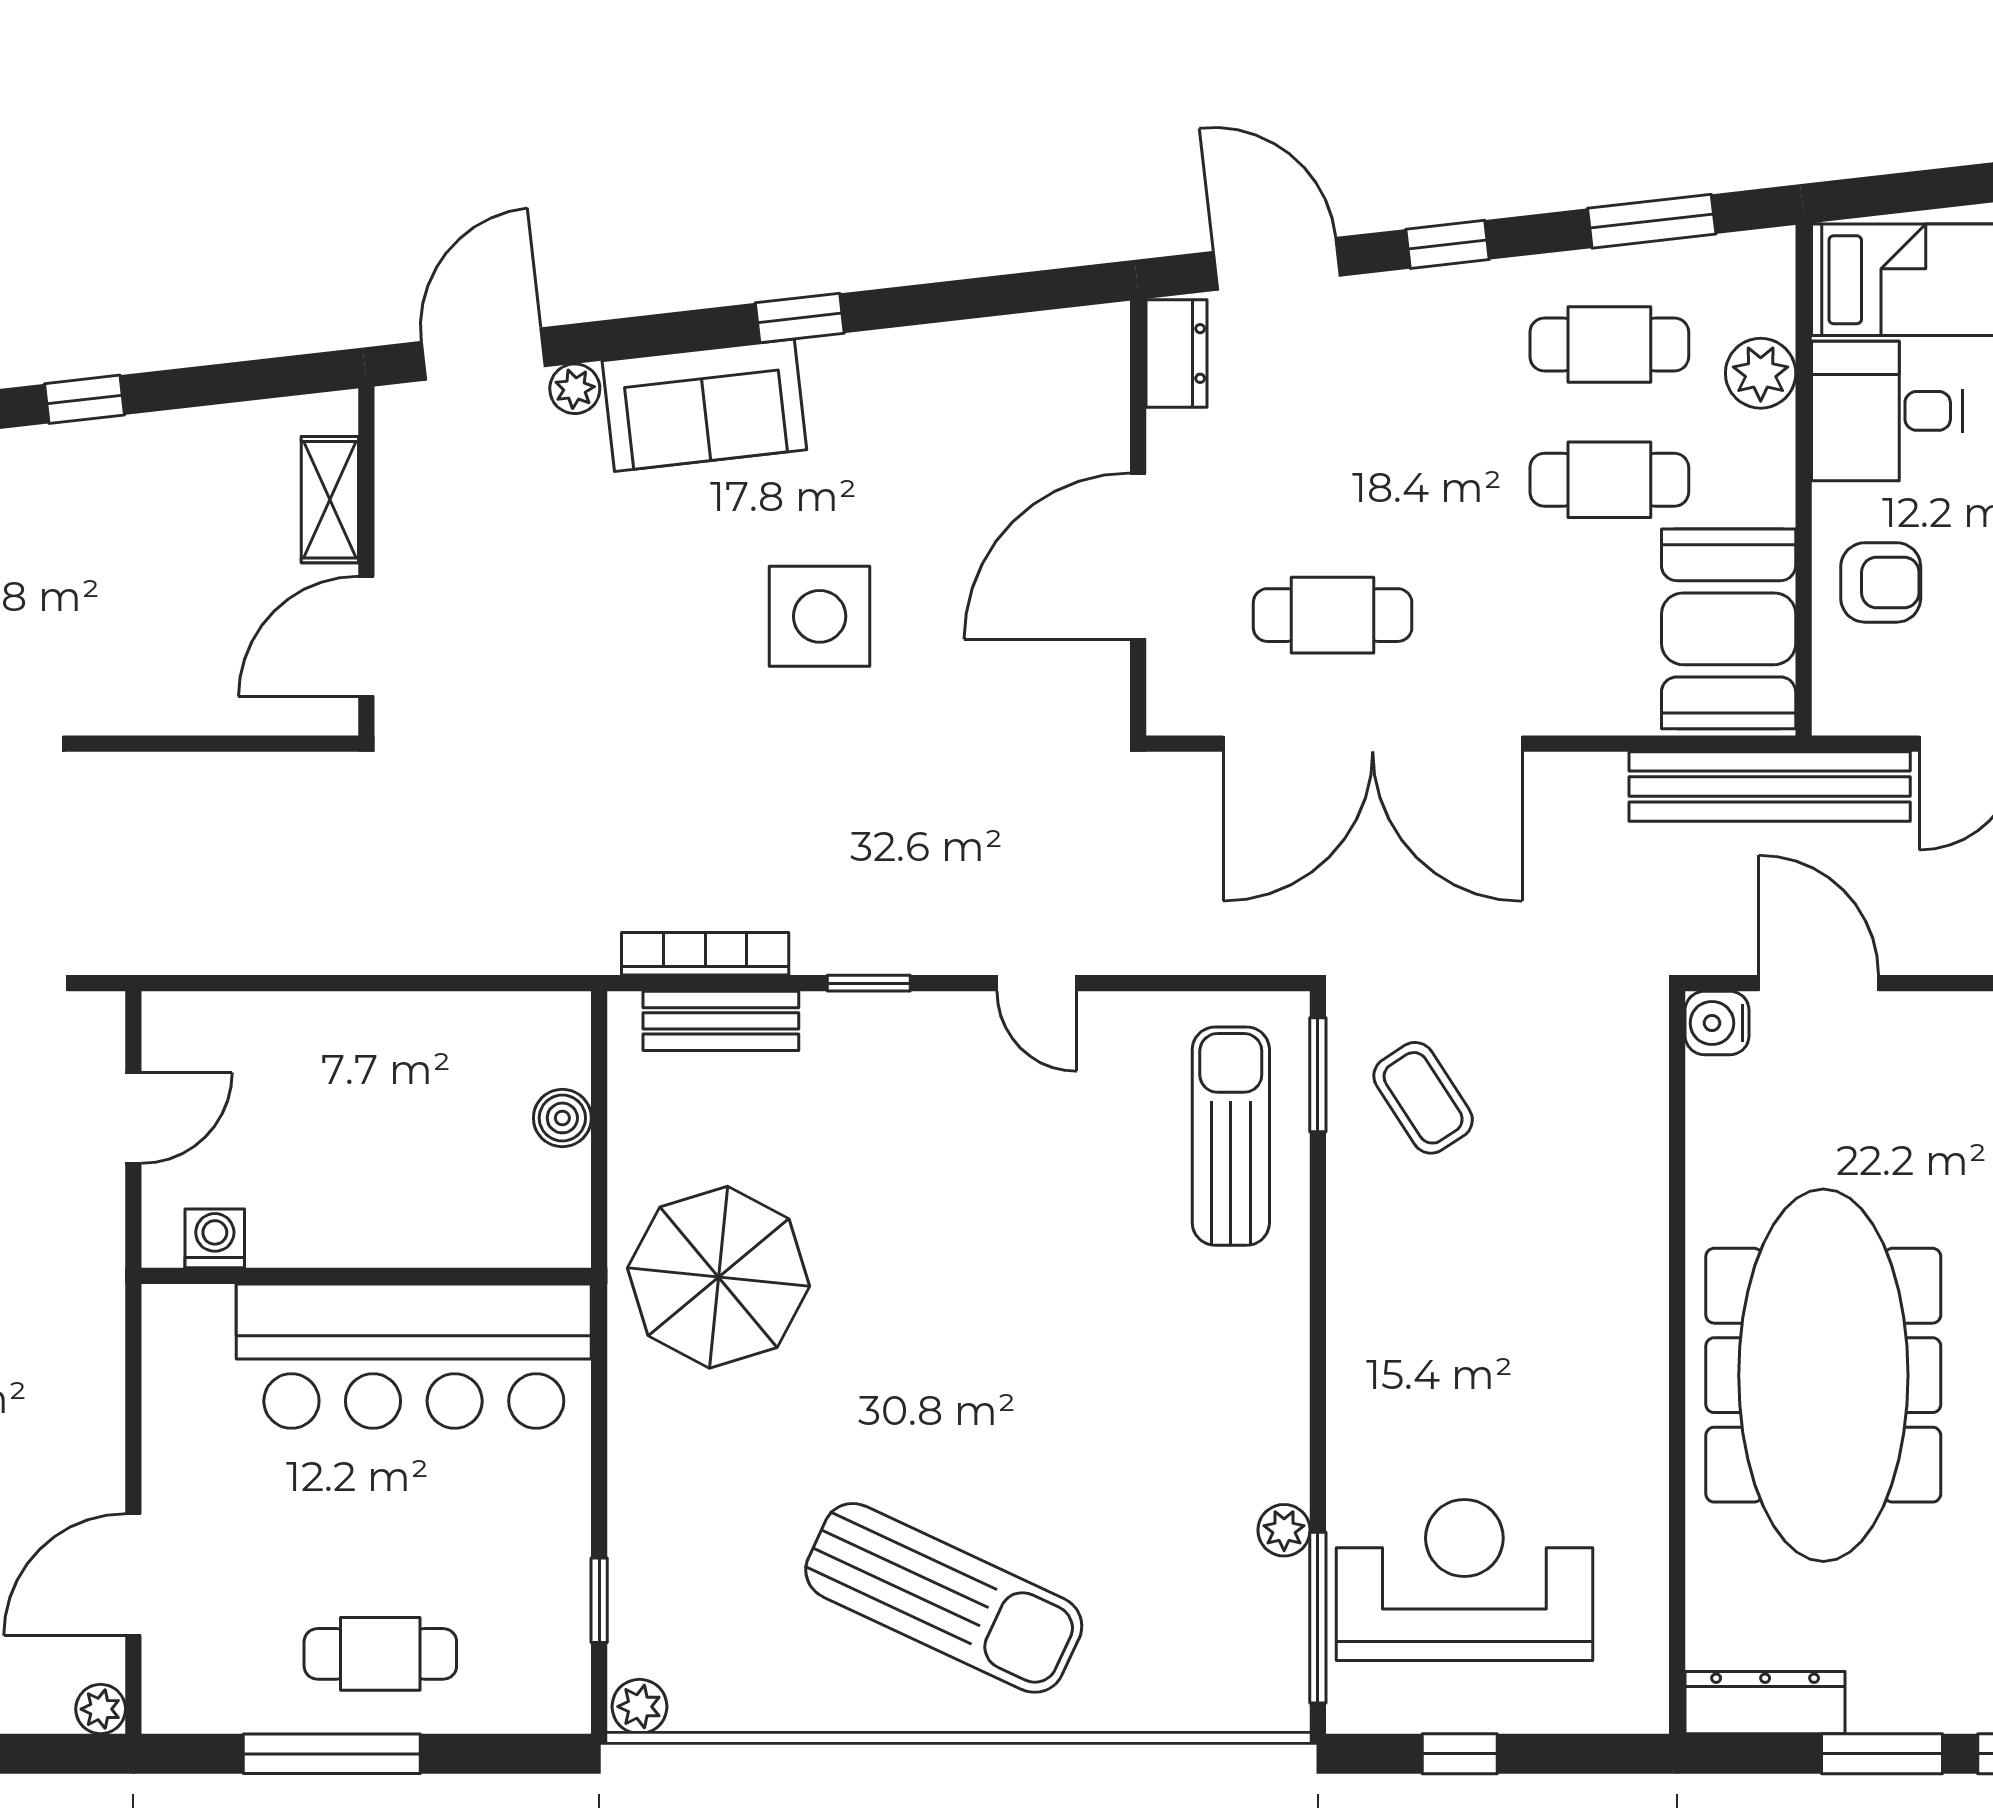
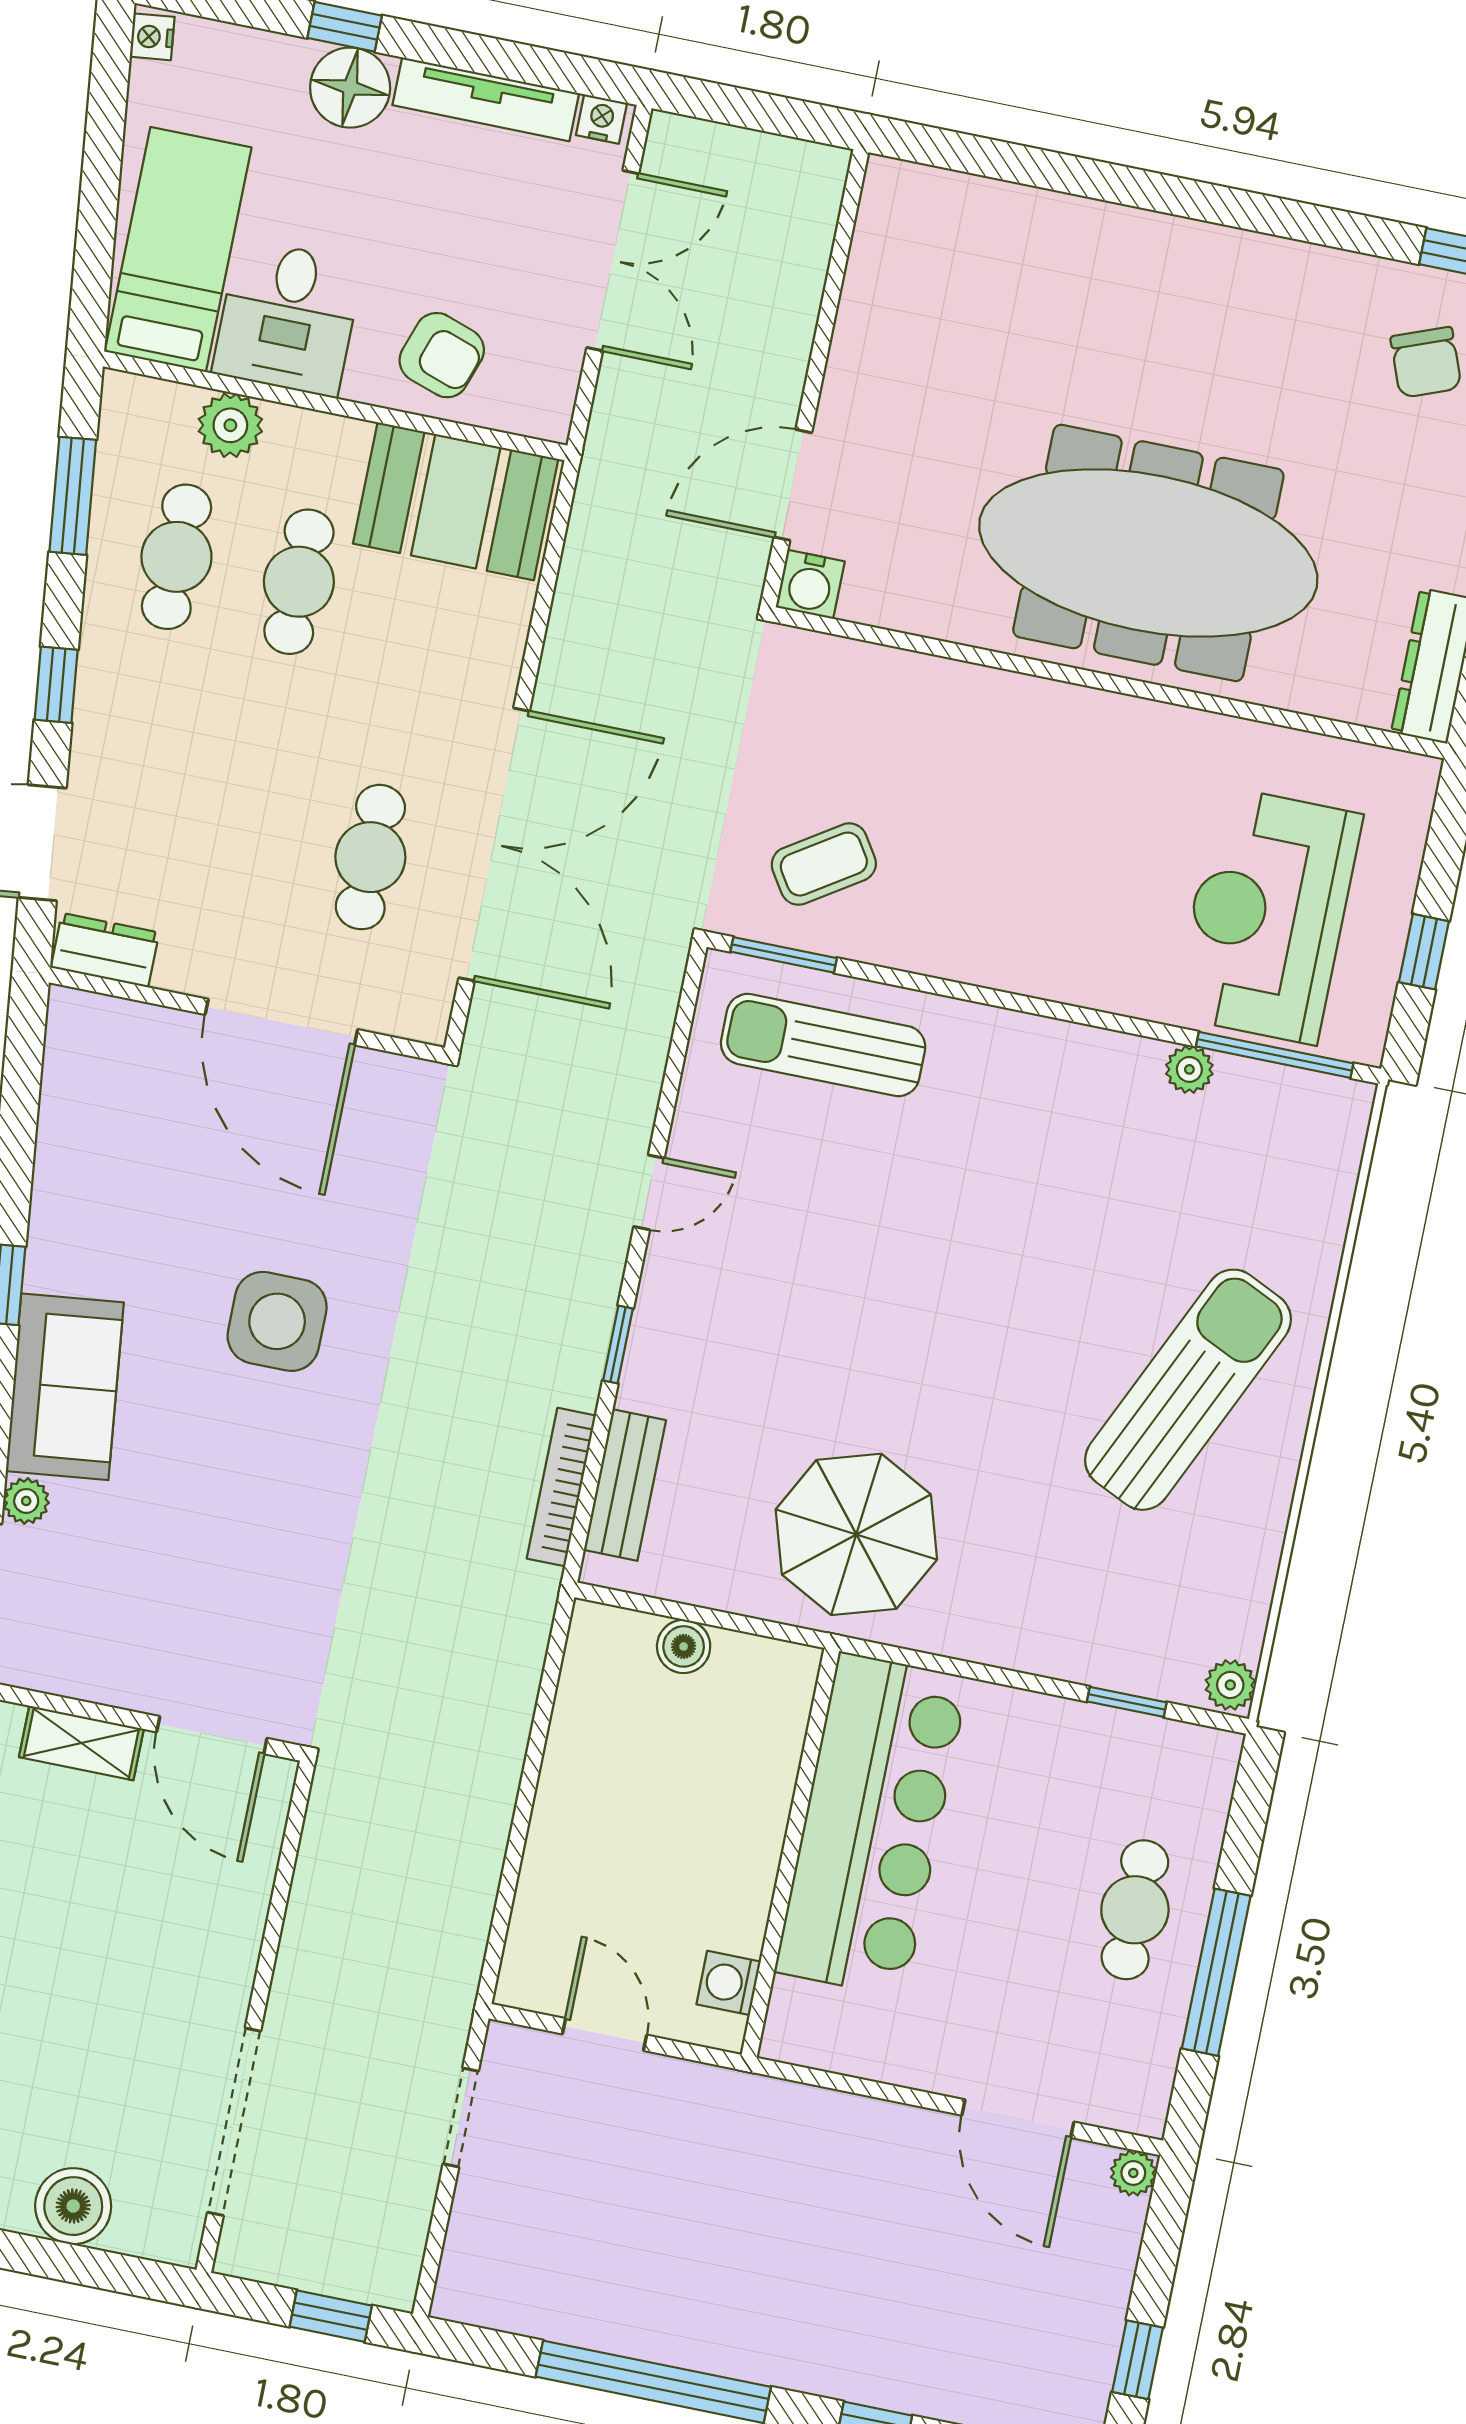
armchair: (1881, 582) -> (442, 355), turned 109
bench: (1770, 787) -> (606, 493), removed

